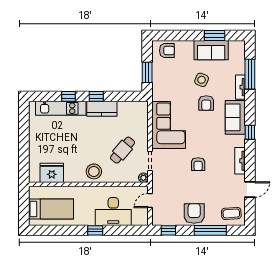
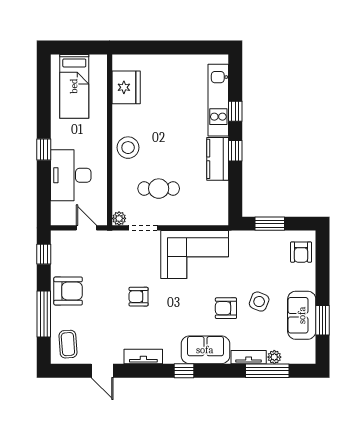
plant: (240, 69) -> (274, 357), added
cafe table: (123, 150) -> (159, 189), turned -40

